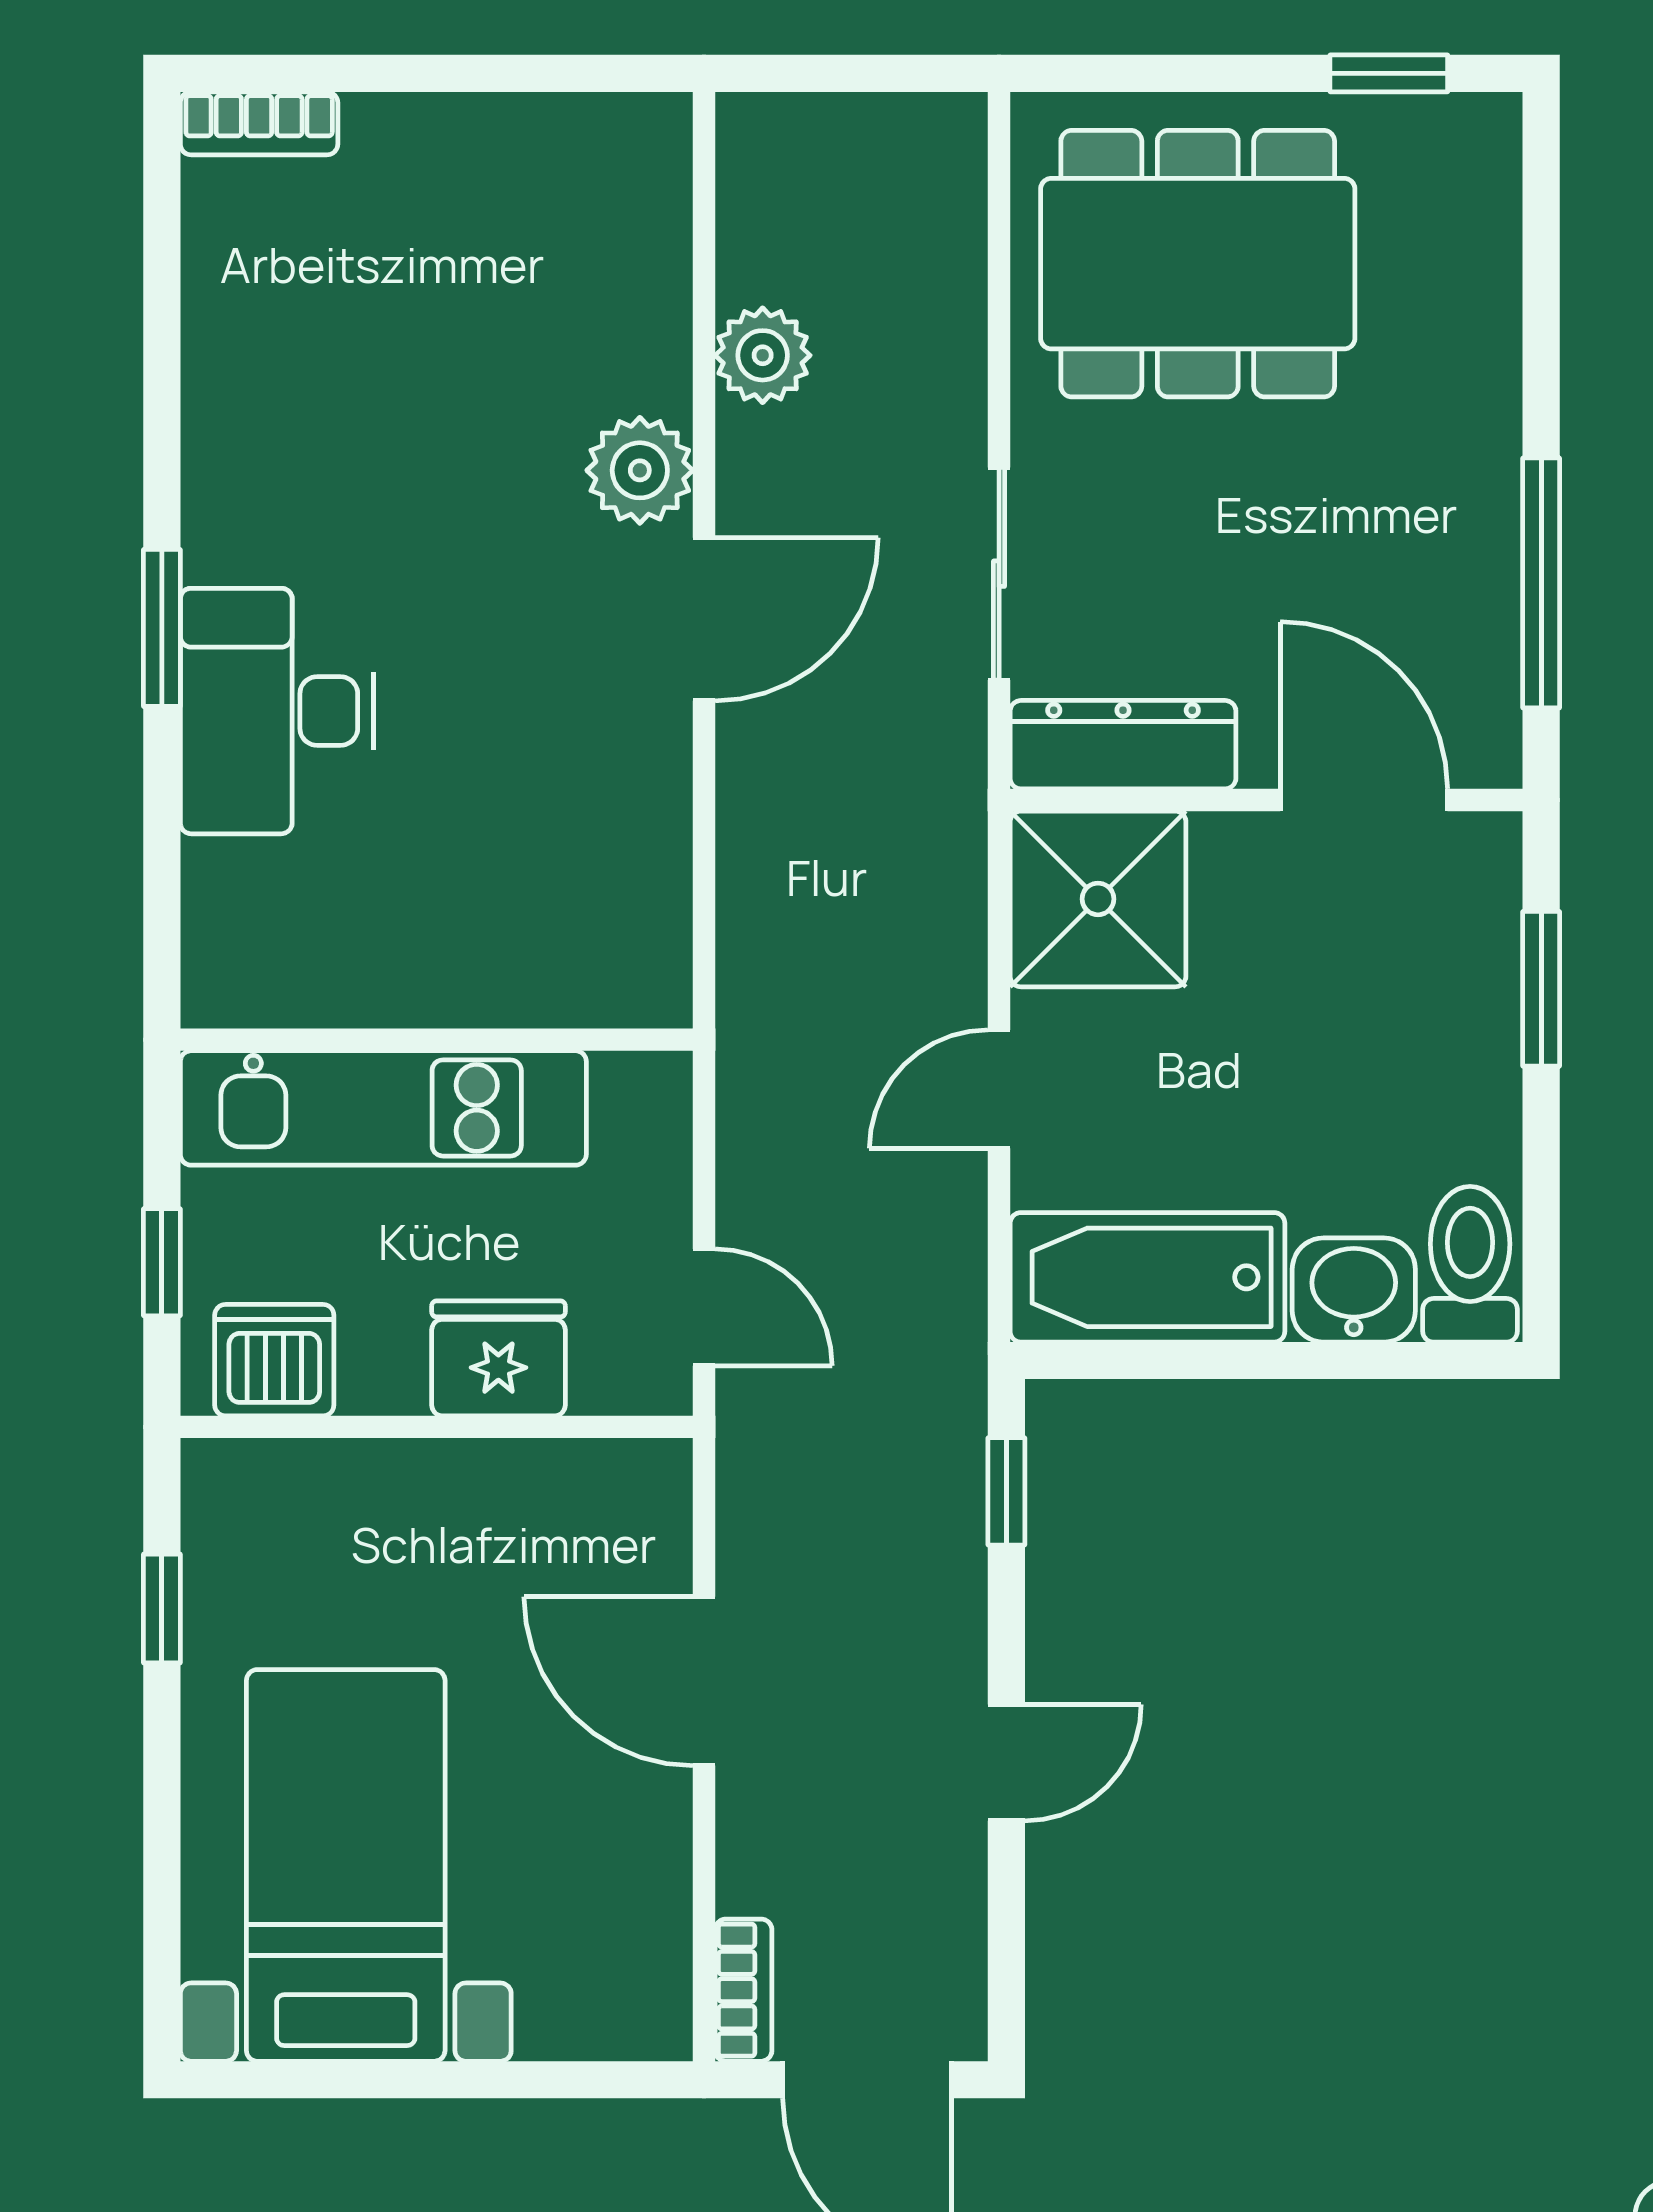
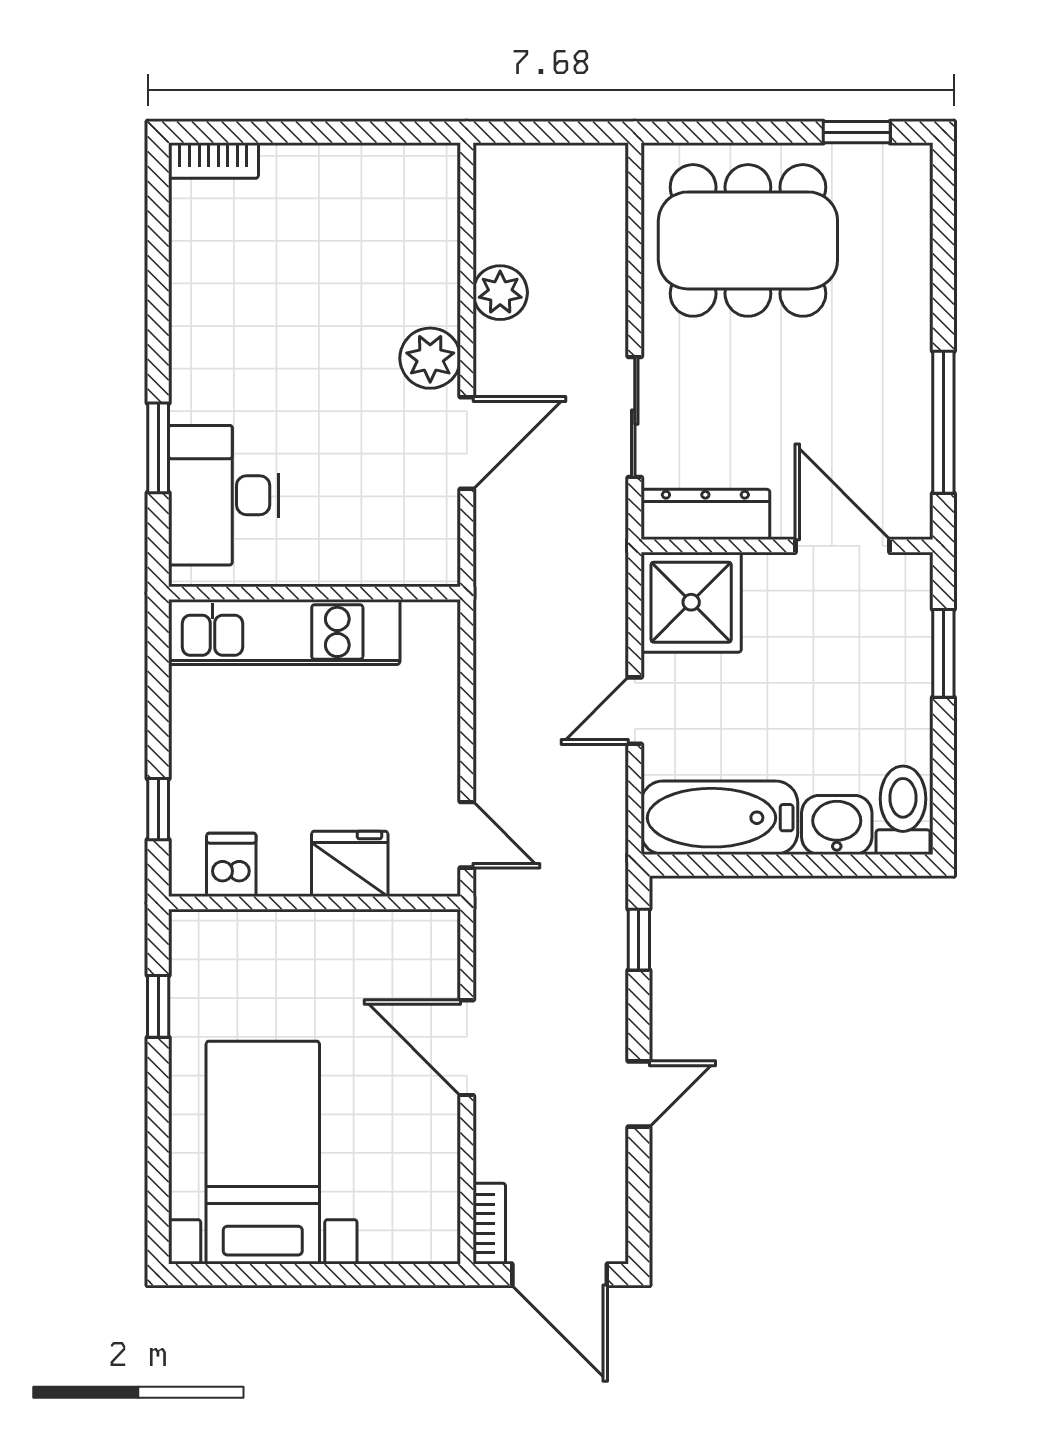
wall: (437, 1040) -> (314, 593), moved
kitchen unit: (383, 1108) -> (284, 632), moved
dishwasher: (274, 1360) -> (231, 865), width x0.73

